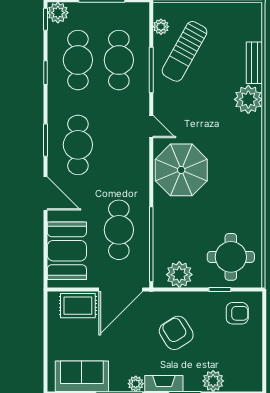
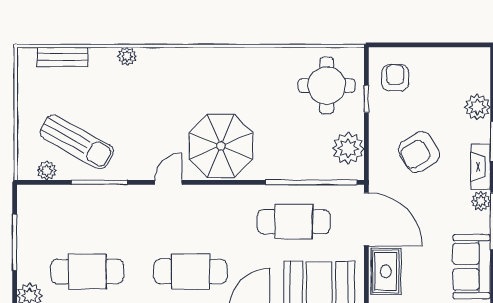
cafe table: (119, 60) -> (87, 222), removed
bench: (254, 63) -> (63, 57), moved
plant: (248, 99) -> (127, 56), width x0.53, depth x0.53

